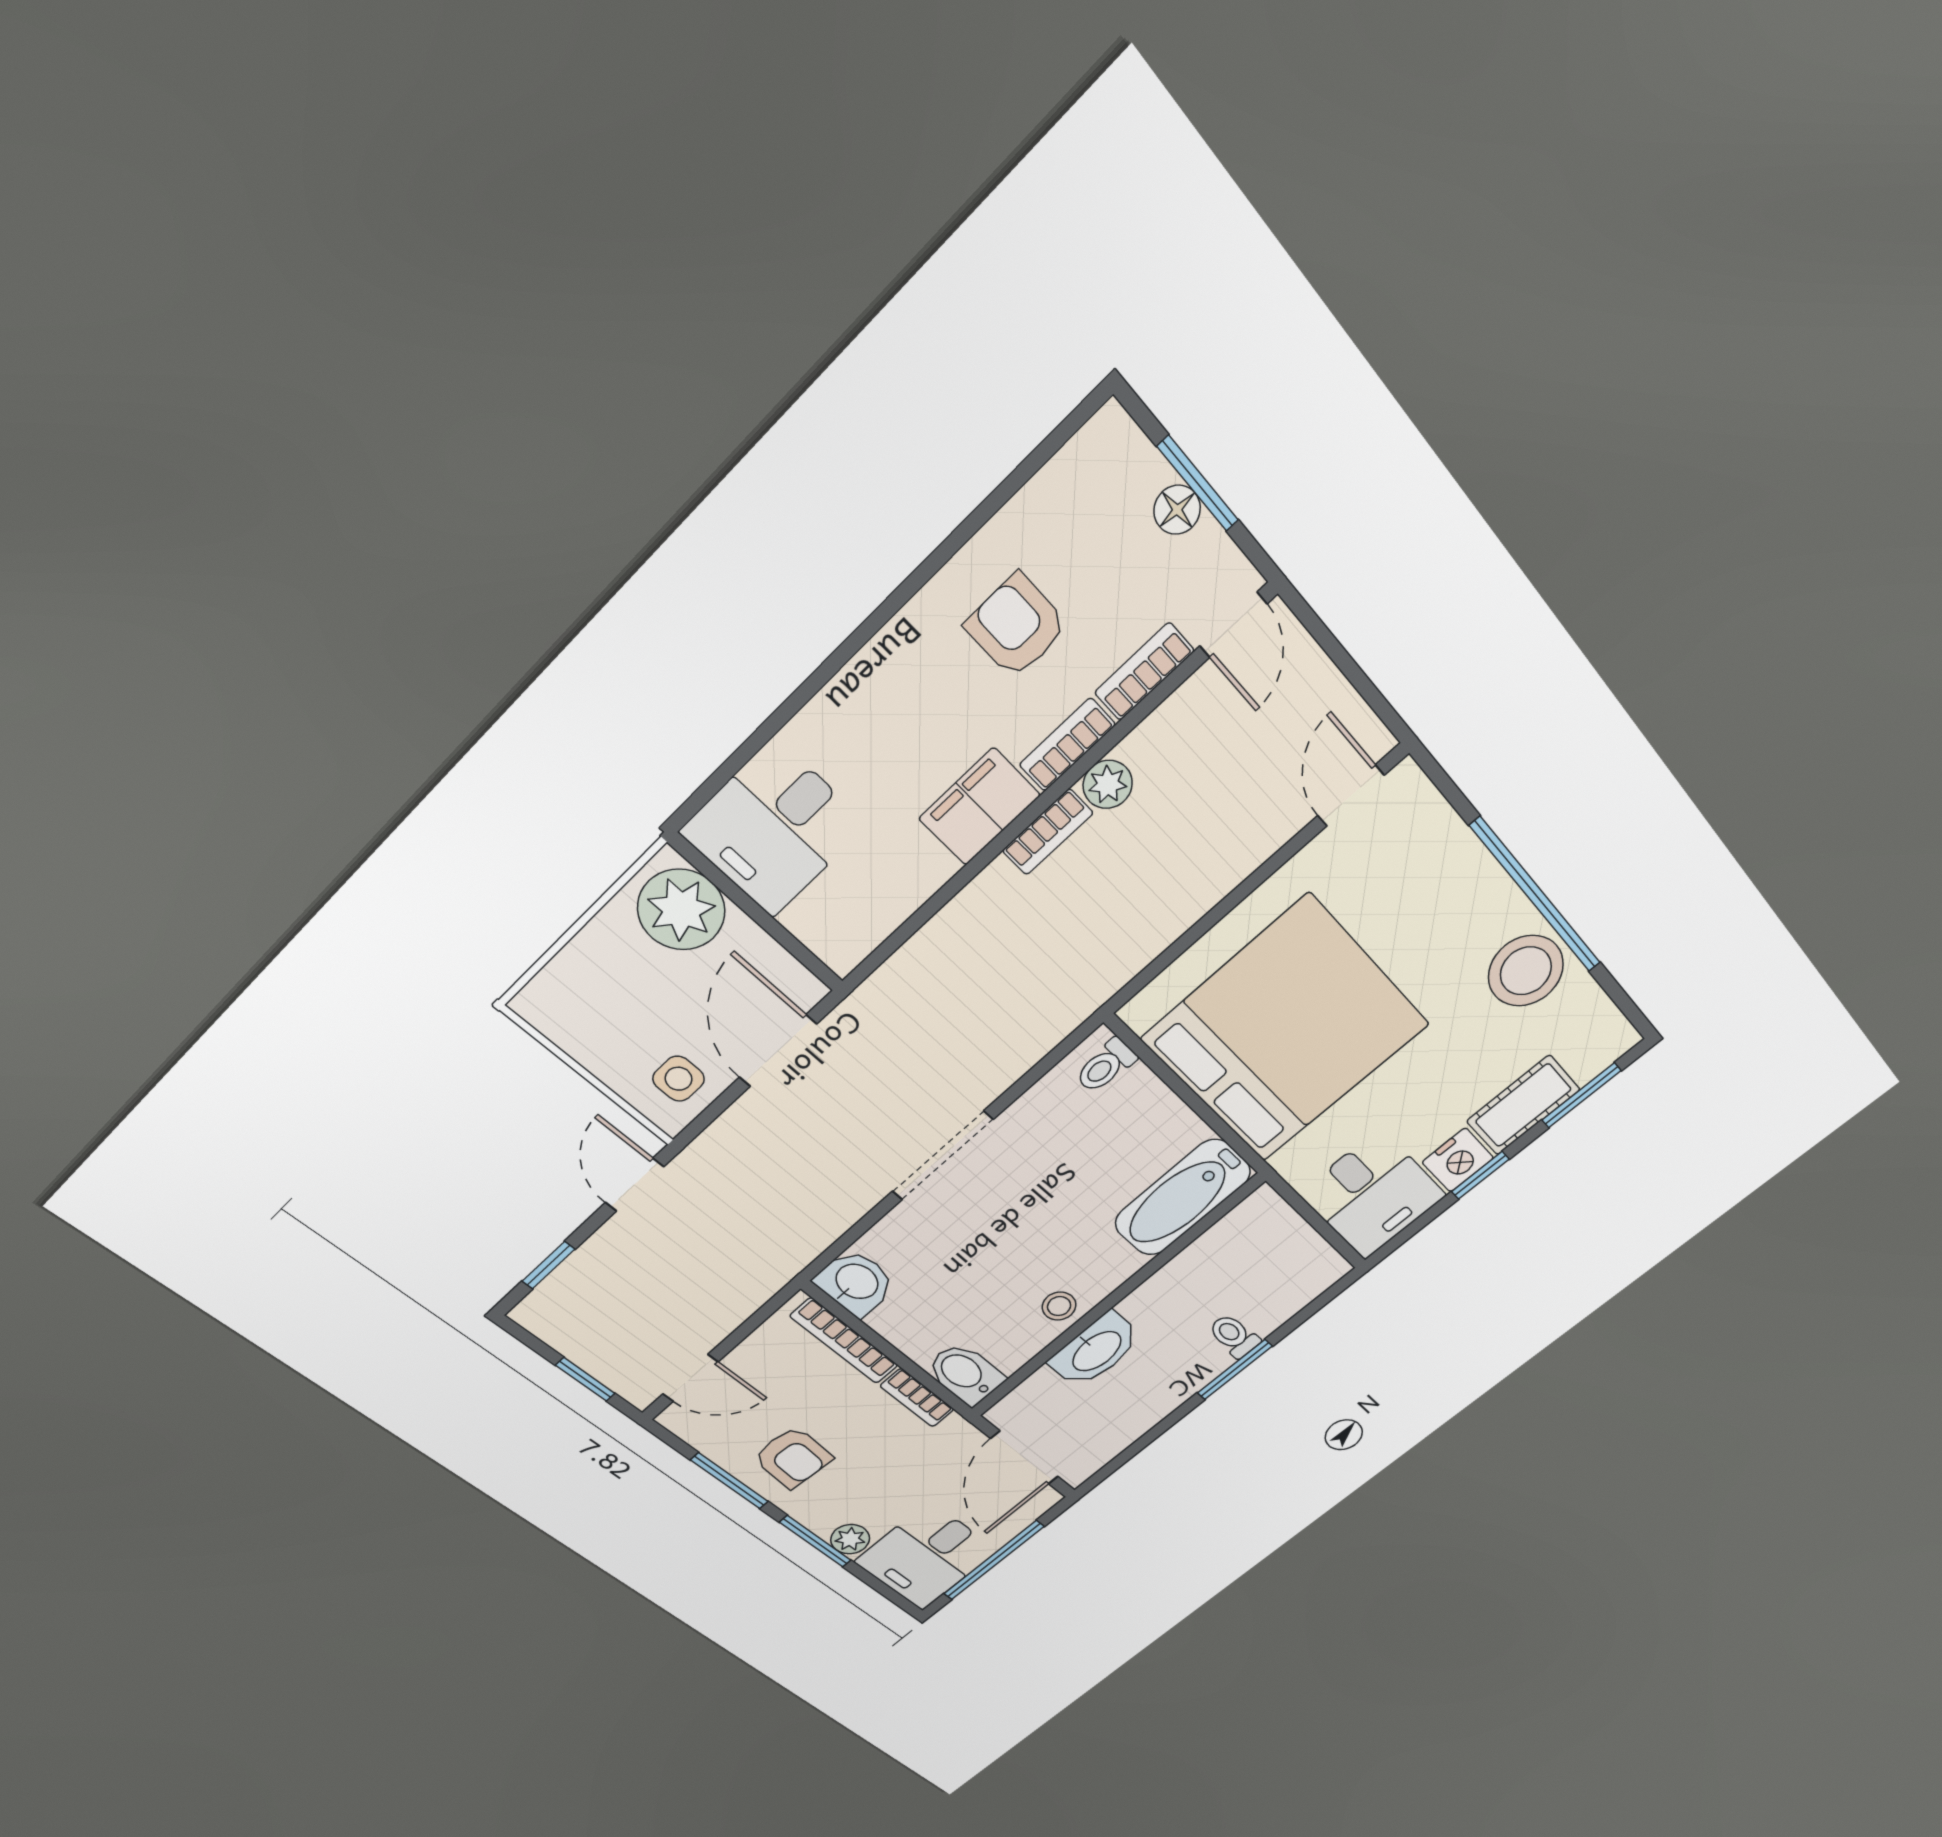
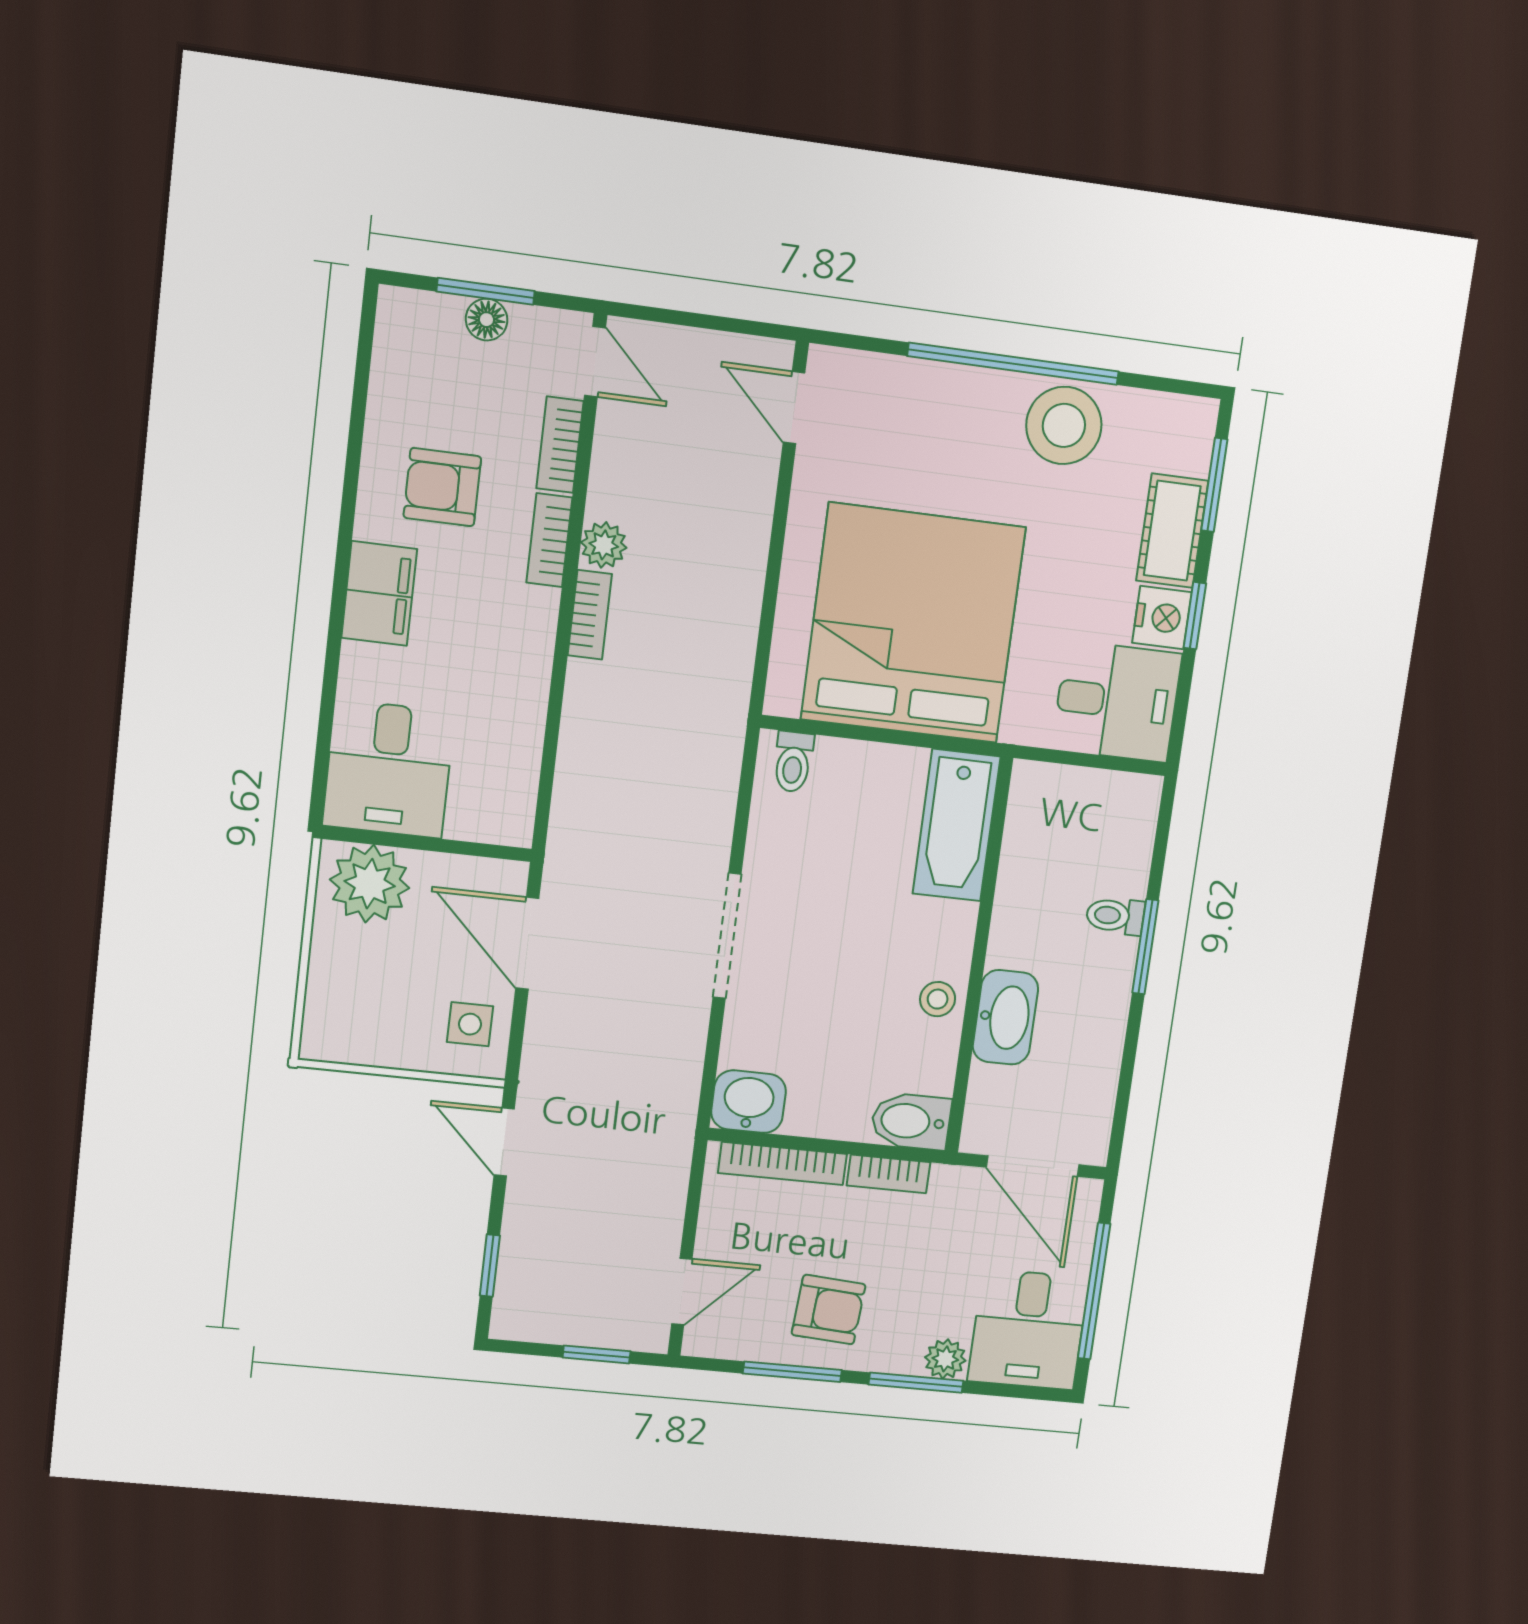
filing cabinet: (980, 807) -> (379, 593), moved, turned 180

